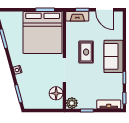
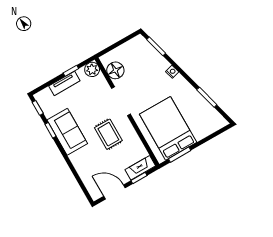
bed: (43, 33) -> (168, 128), width x0.73
sofa: (113, 56) -> (67, 132), moved
tv unit: (109, 104) -> (64, 83), moved

